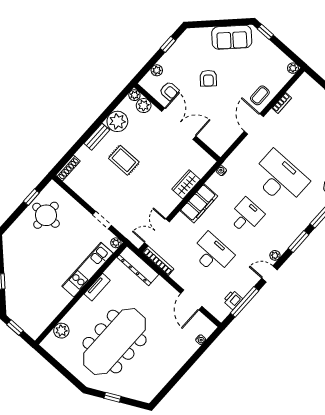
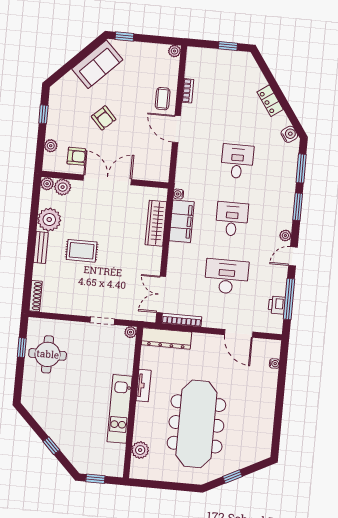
desk: (280, 178) -> (237, 161), width x0.53, depth x0.77
wardrobe: (186, 184) -> (156, 223), width x1.50
filing cabinet: (199, 203) -> (182, 221), moved
kitchen unit: (87, 270) -> (120, 409), moved

